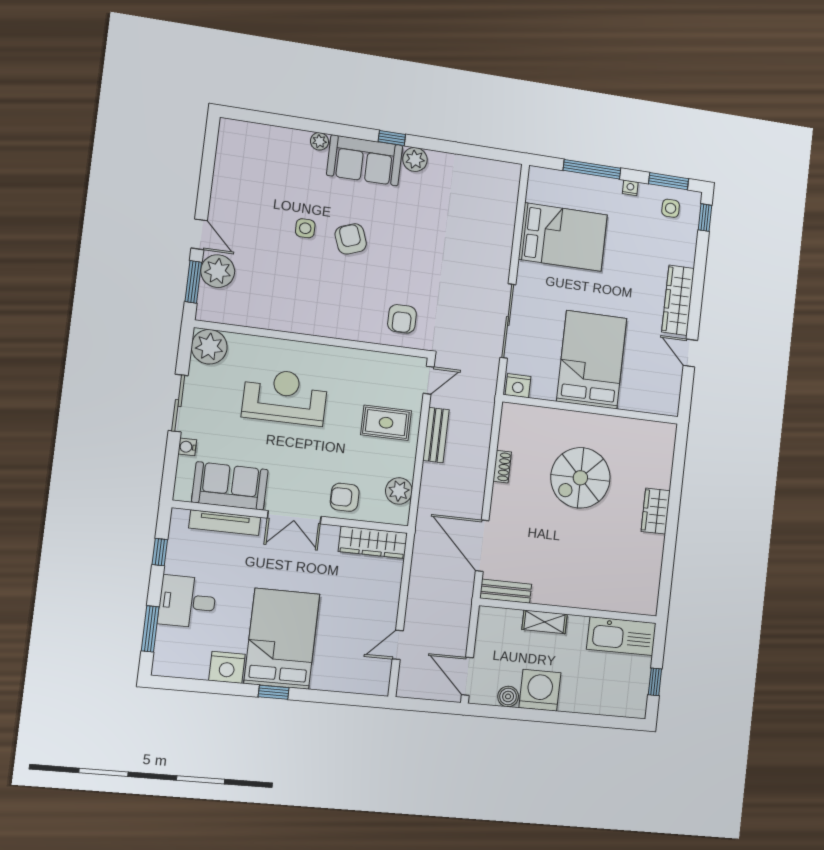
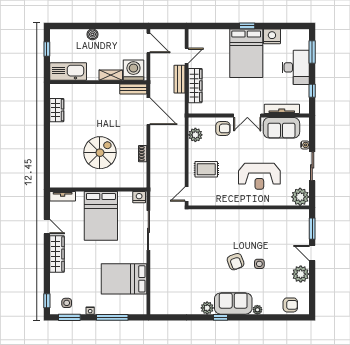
plant: (218, 271) -> (301, 274), moved
armchair: (402, 319) -> (290, 305), moved, turned 90
tv unit: (656, 405) -> (63, 196), added
bench: (436, 435) -> (180, 79), moved
wardrobe: (656, 511) -> (57, 110), moved
double door: (294, 517) -> (247, 115), swing flipped
wardrobe: (373, 542) -> (195, 86), moved, turned 90
desk: (187, 602) -> (296, 67), width x1.37
washing machine: (540, 690) -> (133, 70), moved, turned 180
boiler: (508, 696) -> (92, 34), moved

